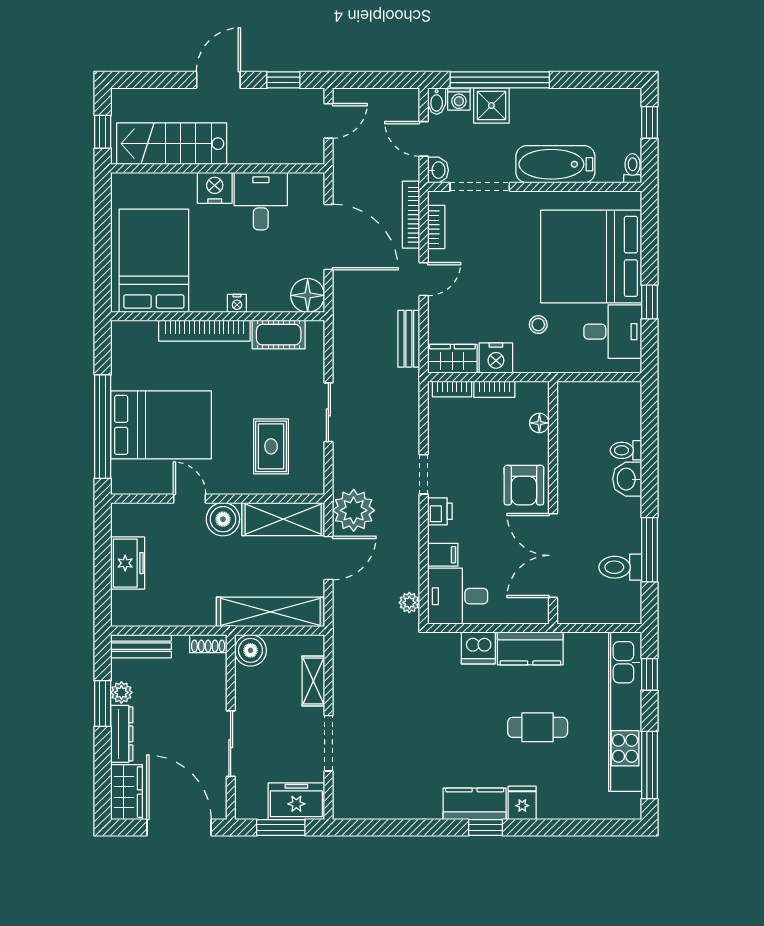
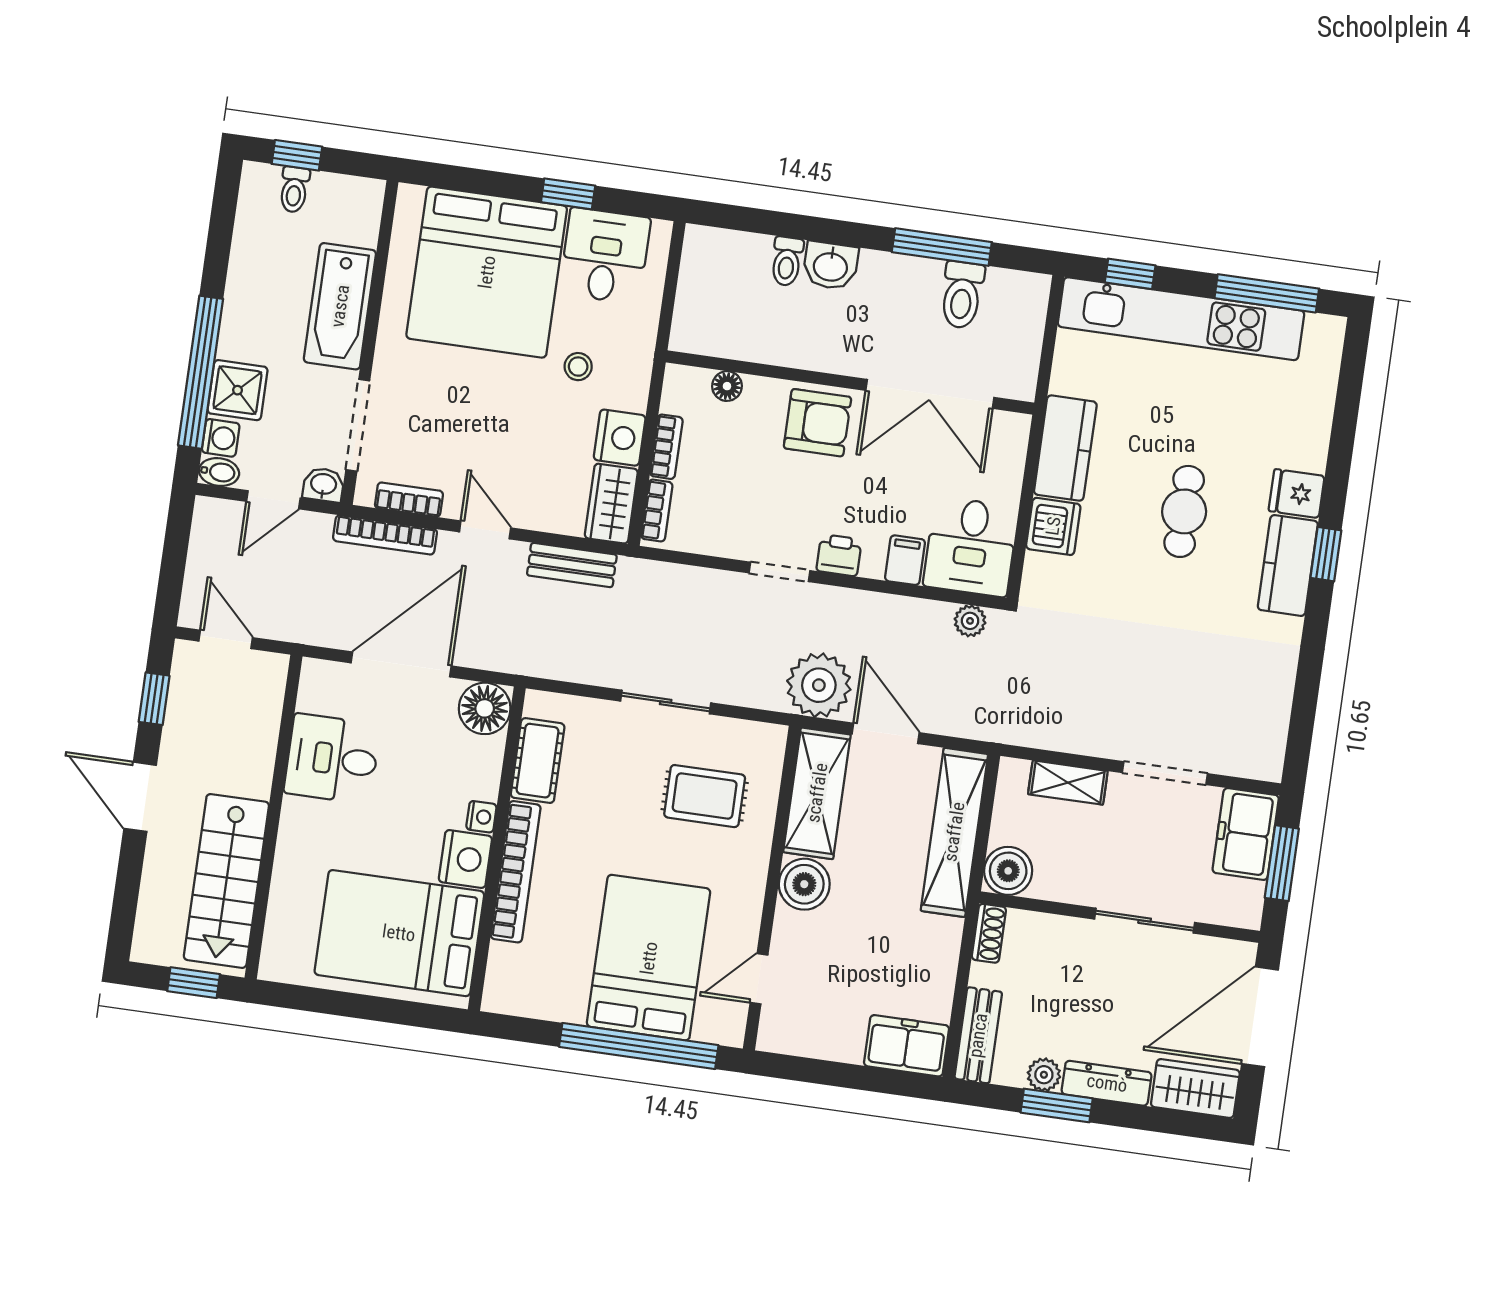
toilet: (633, 168) -> (294, 190), moved, turned -90
nightstand: (215, 188) -> (465, 859), moved, turned 180
door: (190, 499) -> (759, 979), moved
freezer: (128, 563) -> (907, 1046), moved
cafe table: (538, 727) -> (1184, 511), moved

